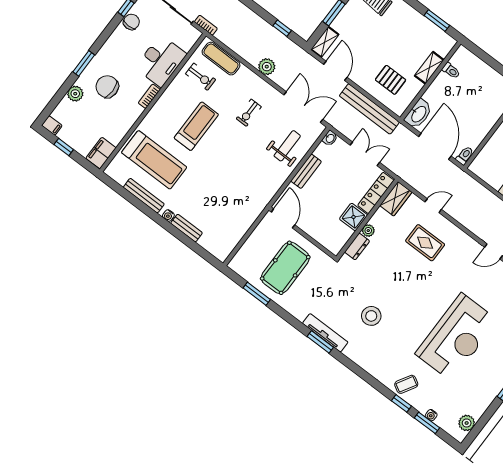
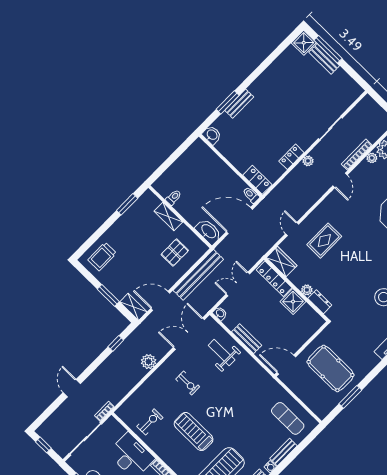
exercise mat: (221, 59) -> (288, 418), moved, turned 90
locker: (482, 160) -> (257, 180), added

